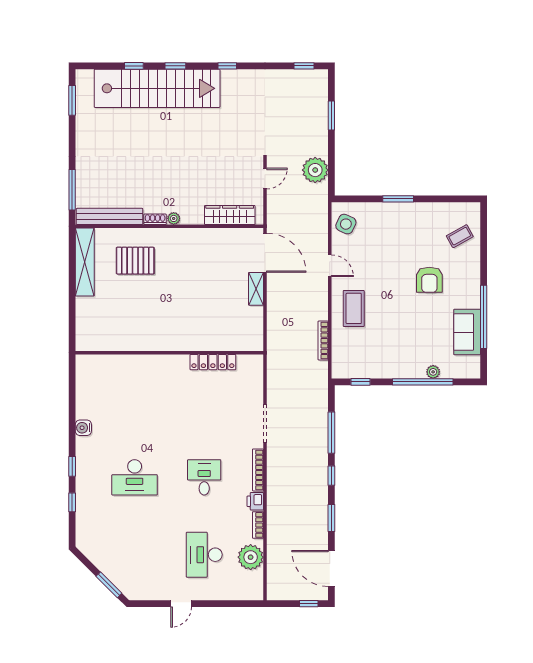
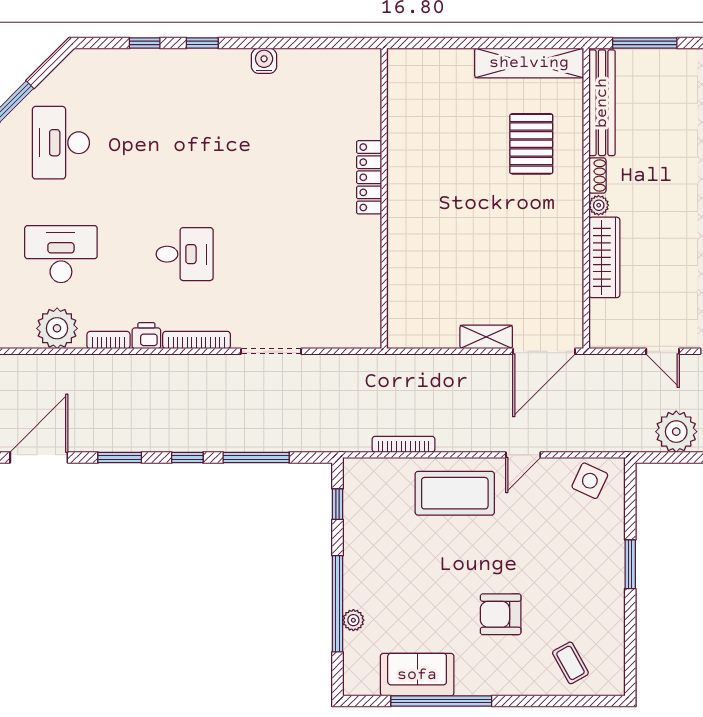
wardrobe: (230, 215) -> (604, 257), moved
coffee table: (354, 308) -> (455, 493), width x1.36, depth x1.32
locker: (213, 362) -> (369, 177), moved
desk: (135, 477) -> (61, 143), moved

